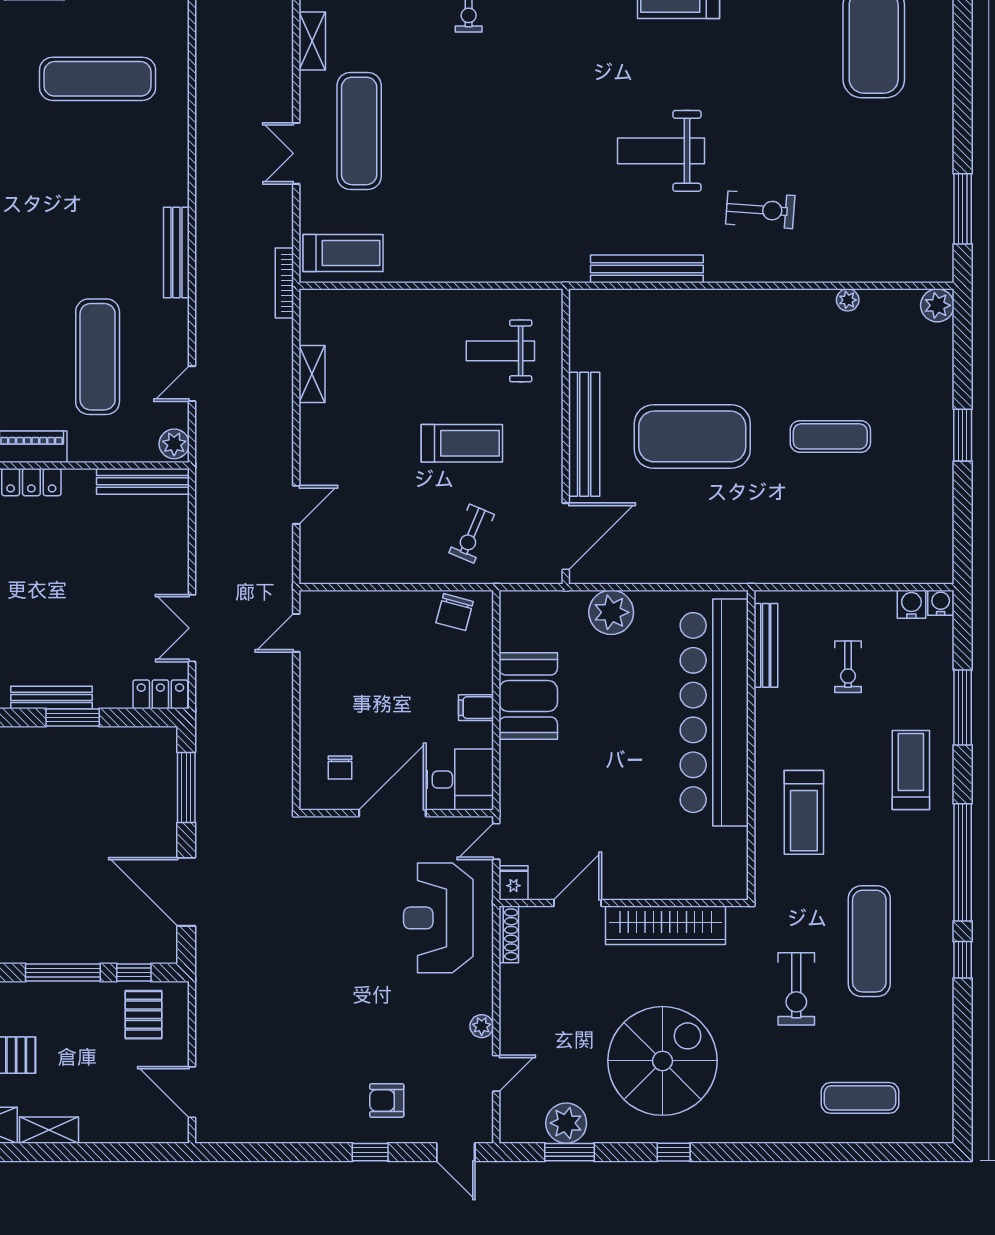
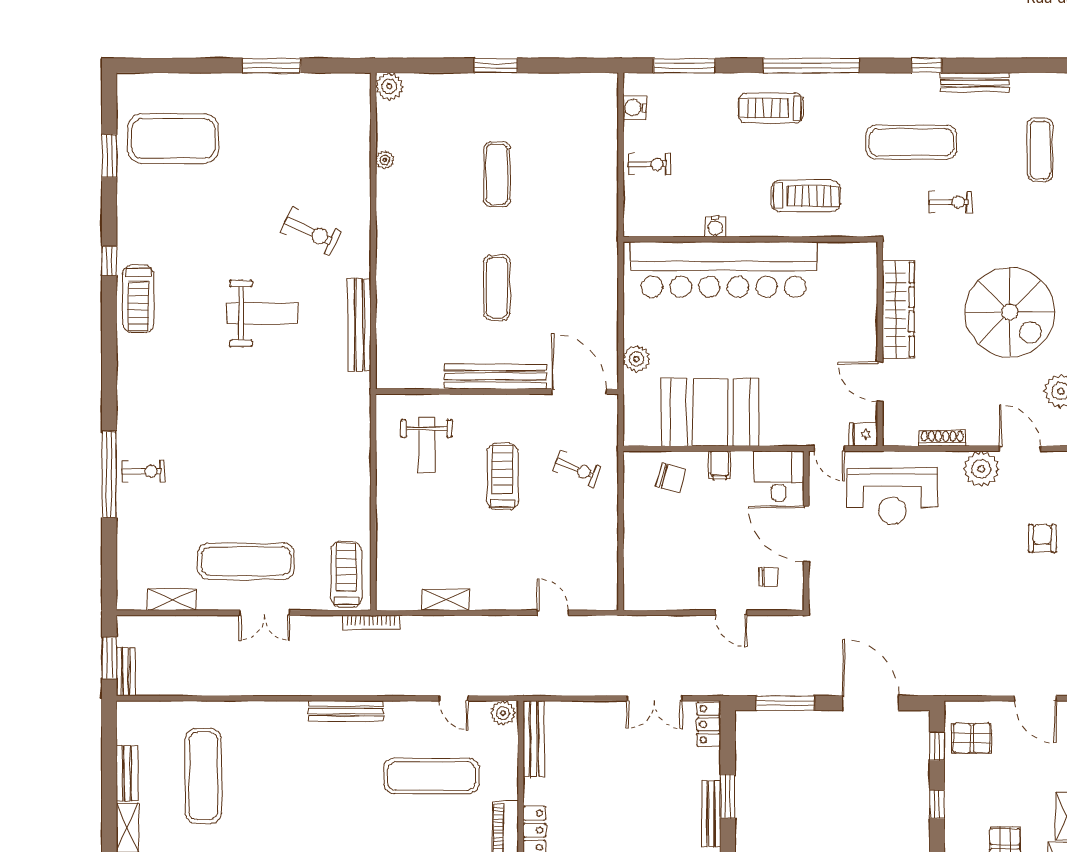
weight bench: (661, 151) -> (262, 313), turned -90
window: (963, 209) -> (272, 66), moved
exercise bike: (760, 210) -> (311, 232), turned 112
exercise mat: (692, 436) -> (497, 288), width x0.50, depth x0.69
water cooler: (941, 603) -> (715, 226), moved, turned -90
chair: (455, 612) -> (671, 478), moved
plant: (611, 612) -> (636, 359), width x0.73, depth x0.73
door: (296, 633) -> (731, 613), moved
bench: (766, 645) -> (975, 82), moved
exercise bike: (848, 667) -> (649, 164), moved
booth: (528, 696) -> (710, 412), width x1.36, depth x1.42
window: (963, 707) -> (684, 66), moved
window: (963, 862) -> (811, 66), moved
door: (186, 892) -> (871, 703), swing flipped
shoe rack: (509, 934) -> (942, 438), moved
window: (63, 972) -> (937, 804), width x0.46
exercise bike: (796, 989) -> (951, 202), width x0.73, depth x0.72
plant: (482, 1026) -> (981, 469), width x1.88, depth x1.88
spiral stairs: (663, 1061) -> (1010, 312), turned 180
door: (496, 1073) -> (1020, 449), width x1.38
door: (192, 1092) -> (1035, 698), hinge flipped
armchair: (387, 1101) -> (1042, 538), turned 180

